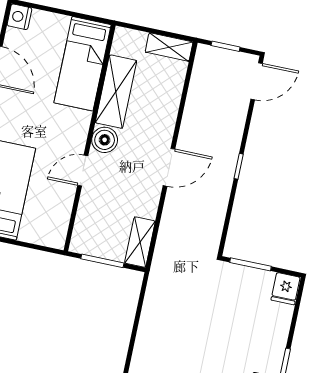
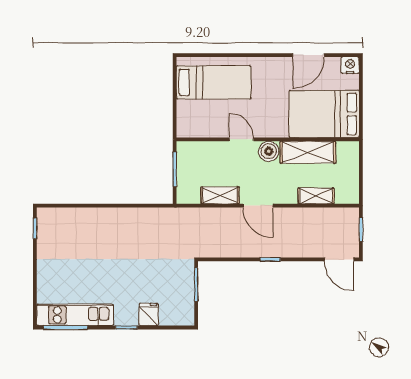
shelving: (169, 47) -> (316, 196), moved, turned 90
bed: (83, 64) -> (324, 114), width x1.50
shelving: (140, 242) -> (220, 195), moved
fridge: (286, 289) -> (149, 314), moved, turned 90

